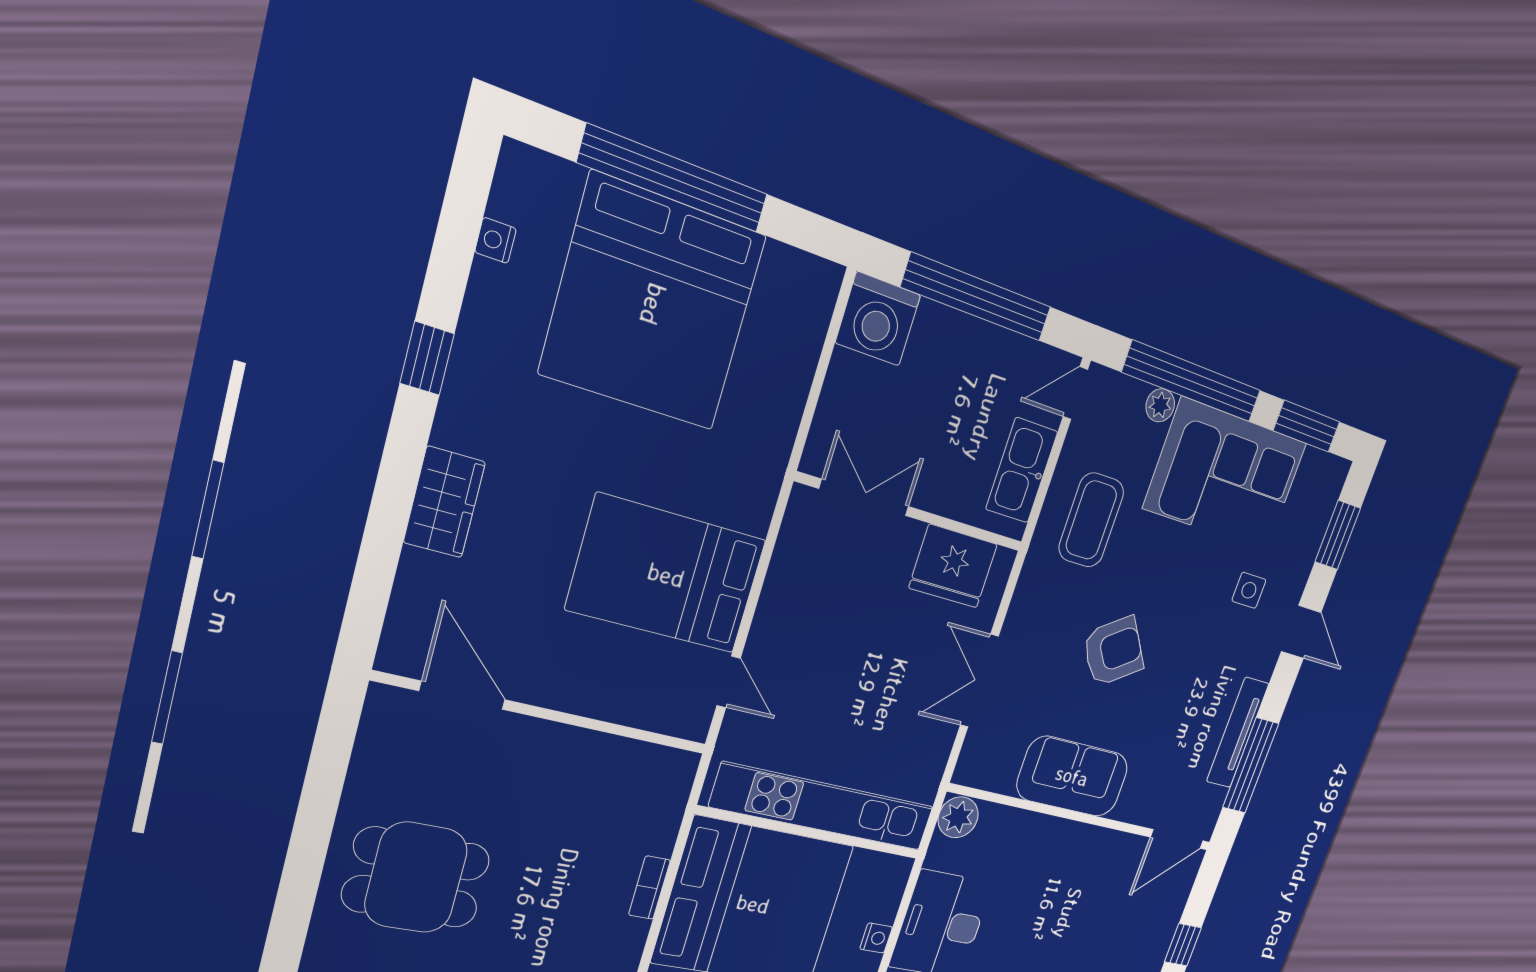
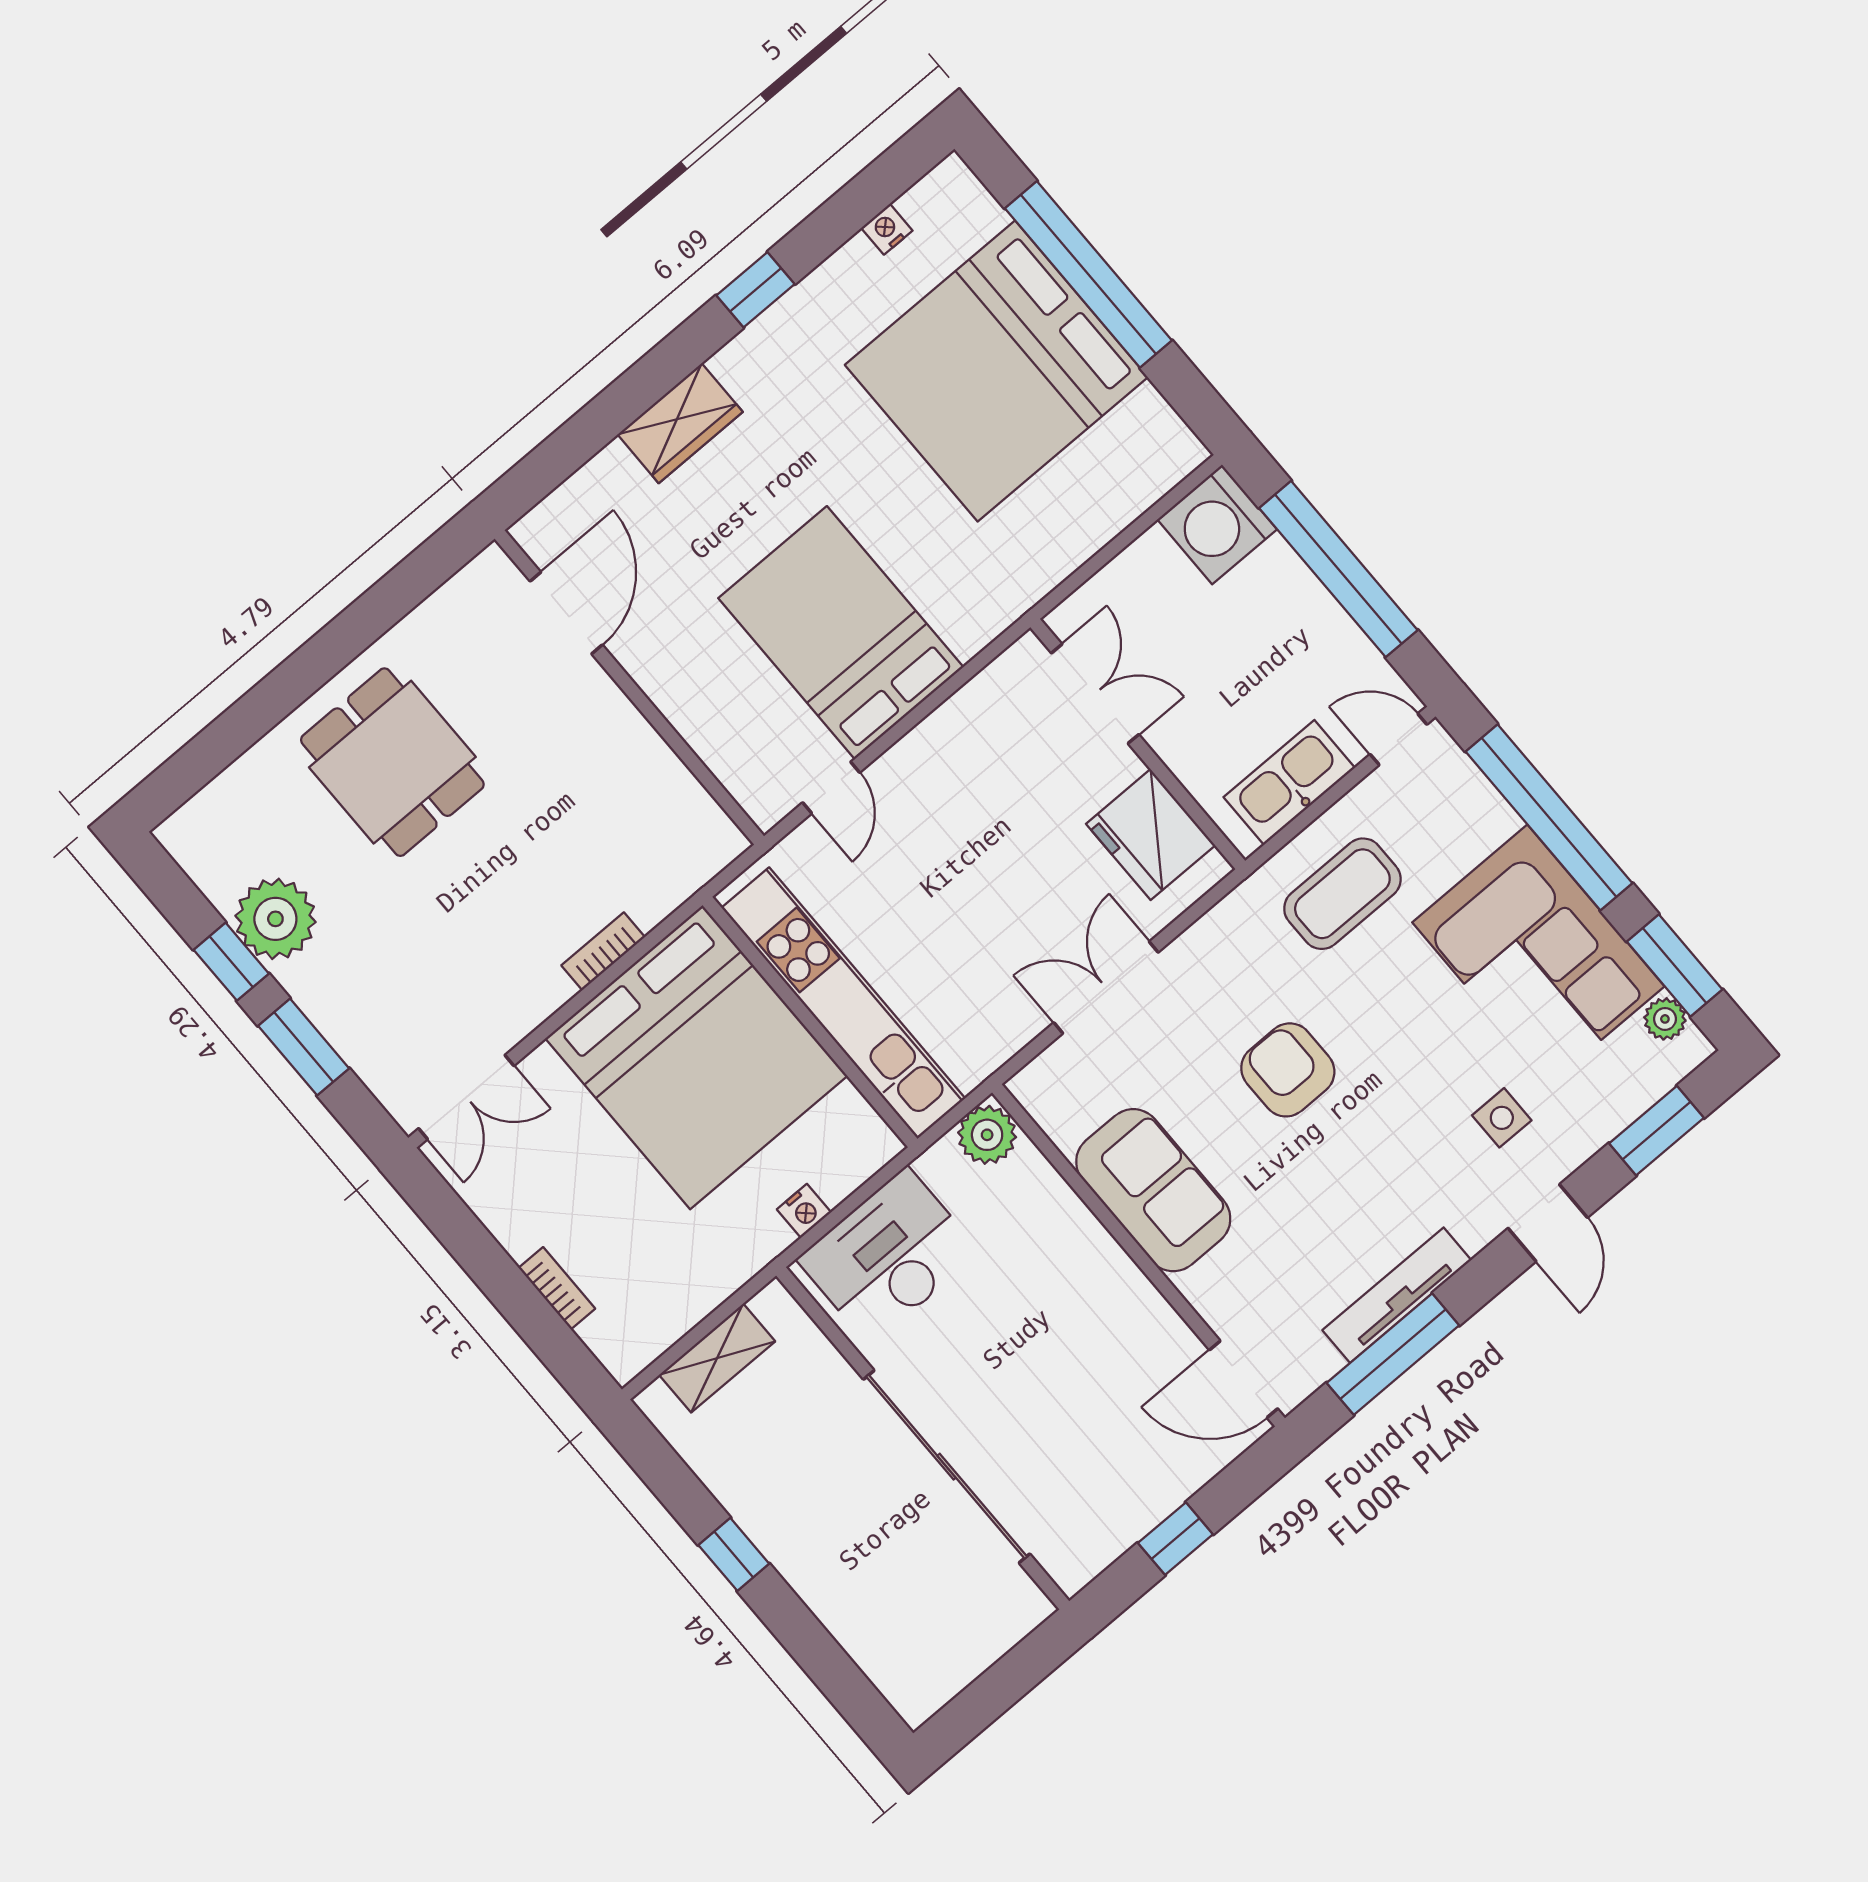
plant: (1160, 405) -> (1665, 1019), moved
armchair: (1114, 651) -> (1288, 1070), turned -146

